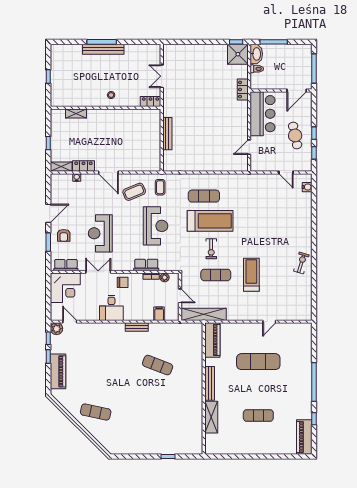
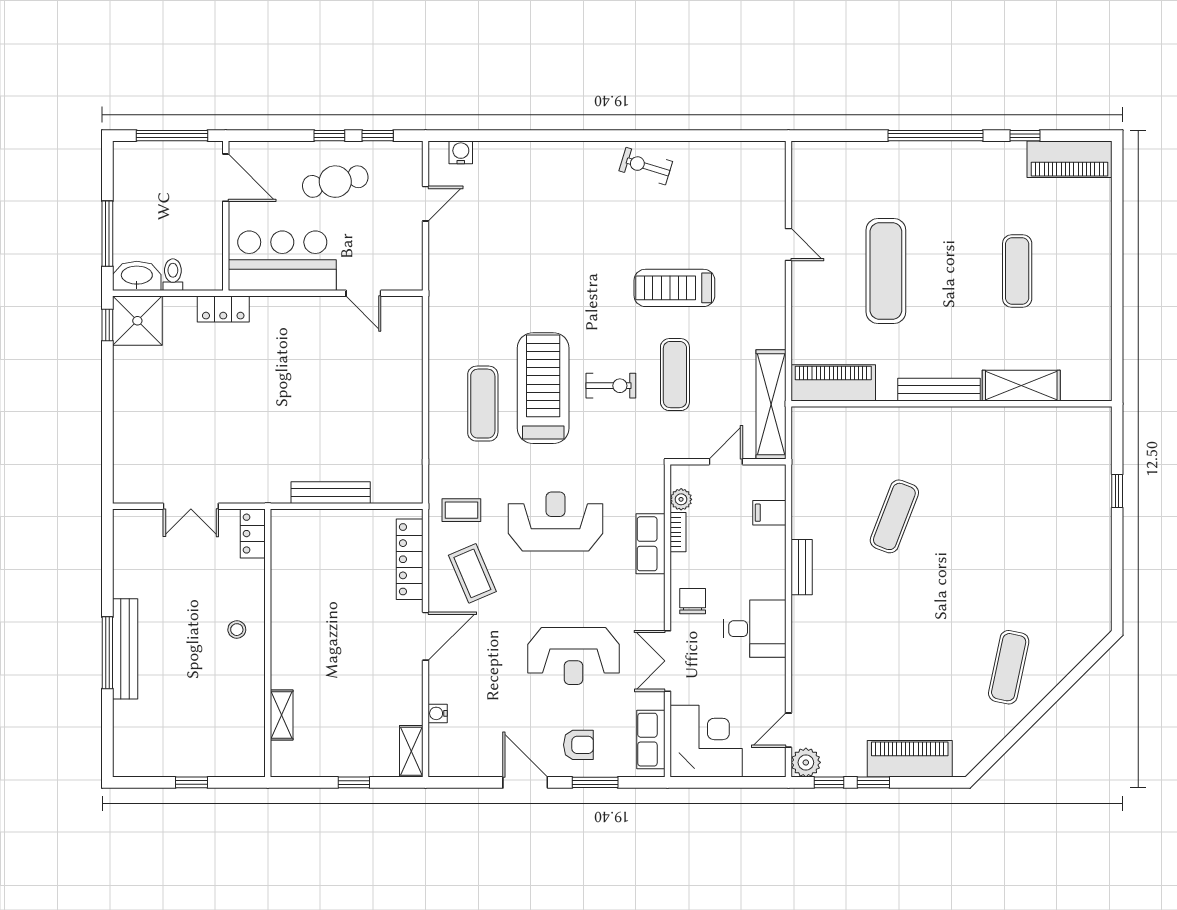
locker: (83, 166) -> (410, 559), moved, width x1.53

